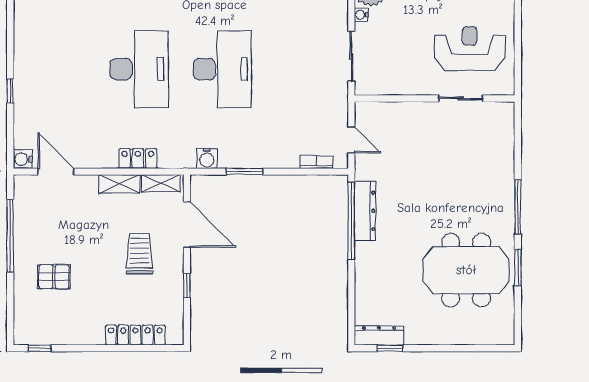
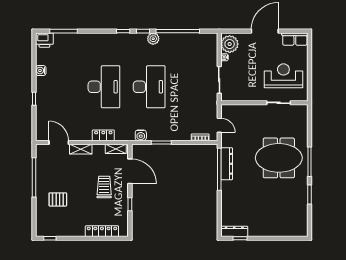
water cooler: (23, 159) -> (41, 71), moved
shelving: (119, 184) -> (81, 149), moved
meeting table: (466, 270) -> (279, 158), moved

